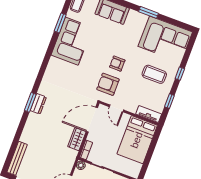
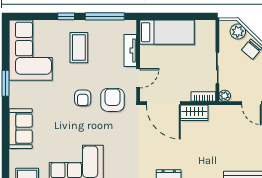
armchair: (108, 84) -> (113, 100), turned 180
window: (169, 101) -> (105, 16), width x2.17
tv unit: (149, 114) -> (130, 51), moved
bed: (137, 140) -> (167, 32), width x0.67

